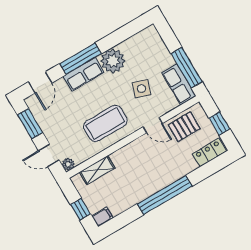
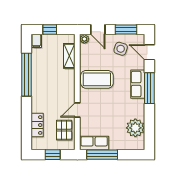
plant: (113, 61) -> (135, 128), moved
side table: (141, 89) -> (121, 49), moved
coffee table: (105, 123) -> (97, 79), turned 90
locker: (209, 152) -> (37, 125), moved
door: (49, 155) -> (98, 29), swing flipped
window: (165, 195) -> (27, 75), moved

